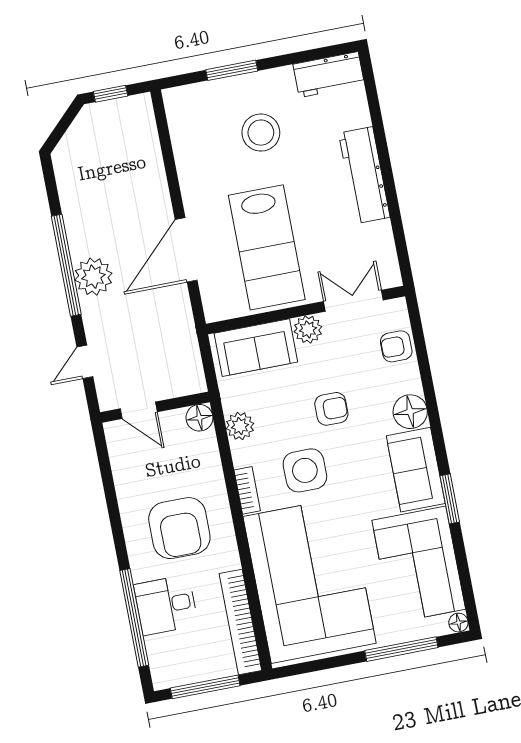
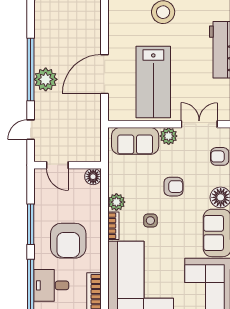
plant: (240, 426) -> (116, 202), moved
side table: (305, 470) -> (150, 221), width x0.54, depth x0.54
window: (114, 513) -> (31, 224), added

